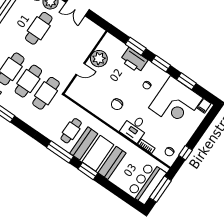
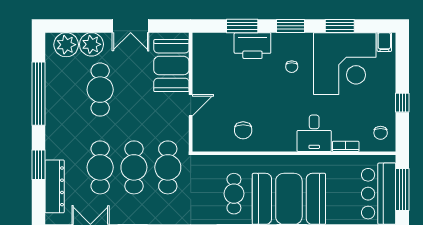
booth: (85, 41) -> (171, 66), added
plant: (99, 59) -> (205, 75), removed
chair: (117, 104) -> (243, 130), moved
window: (185, 153) -> (402, 103), moved

